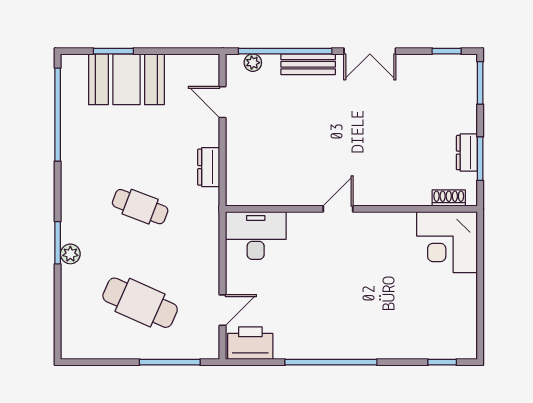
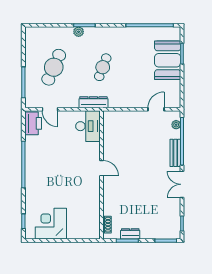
dresser: (209, 167) -> (93, 102), moved, width x1.44
corner desk: (447, 242) -> (51, 224), moved

